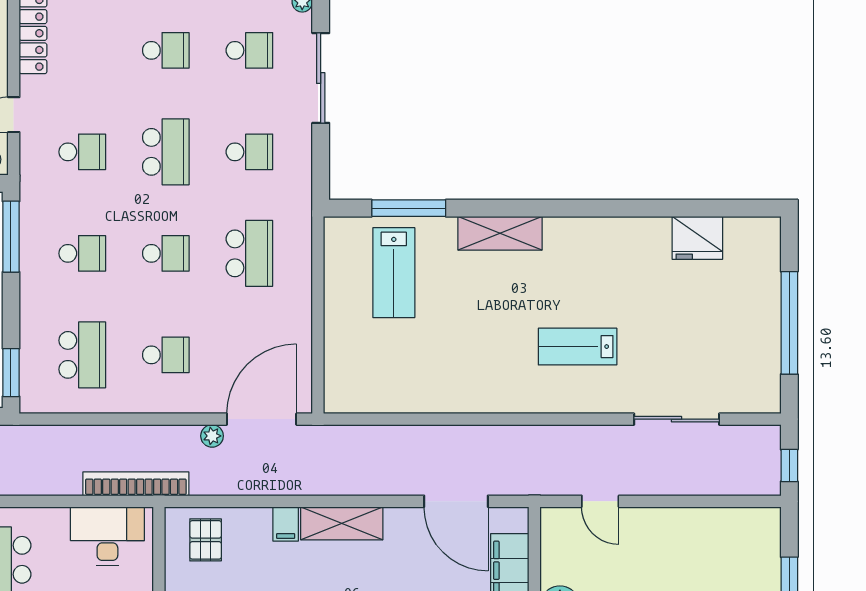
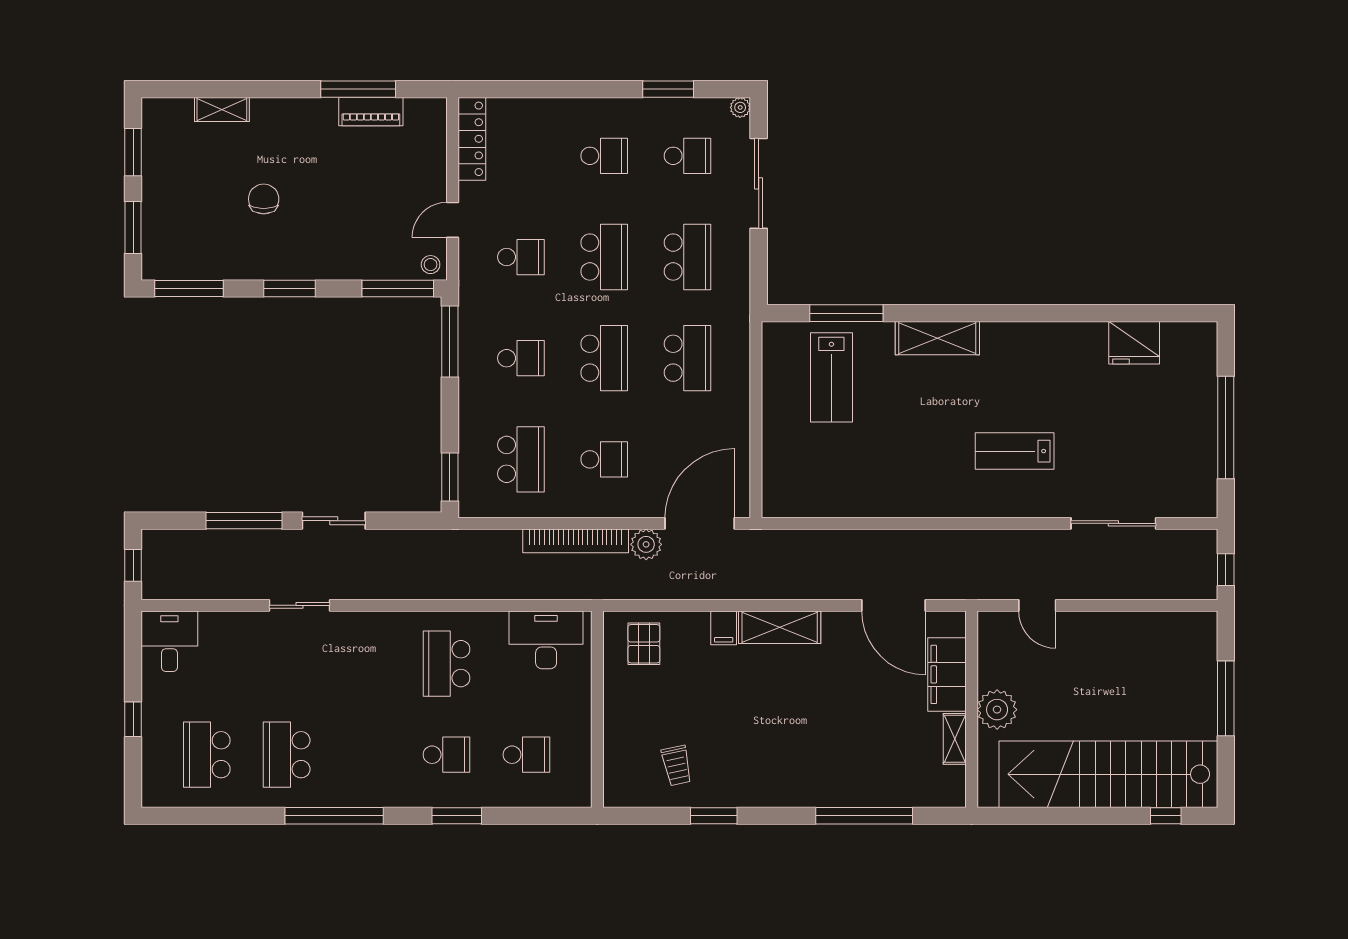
school desk: (249, 152) -> (688, 257), width x1.85
school desk: (166, 253) -> (604, 358), width x1.85
plant: (212, 436) -> (646, 544), width x1.38, depth x1.38
bookcase: (136, 484) -> (576, 541), moved, turned 180

